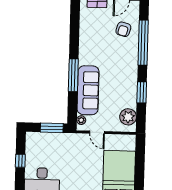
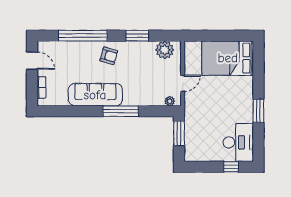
armchair: (123, 29) -> (109, 56), moved
sofa: (88, 90) -> (95, 95), moved
window: (20, 161) -> (231, 167), moved

